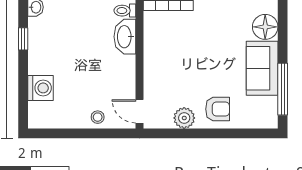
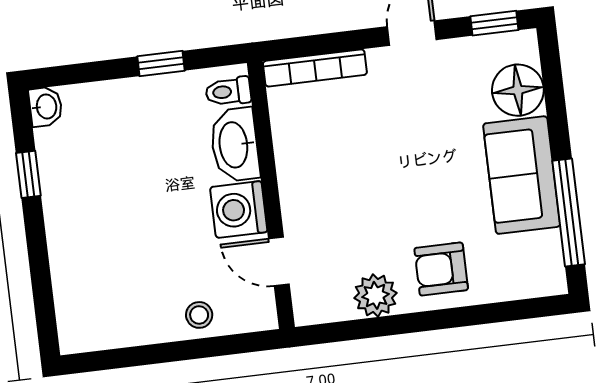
washing machine: (41, 88) -> (239, 210), moved, turned 180
armchair: (218, 109) -> (441, 269), turned 180
door: (139, 111) -> (279, 261), moved

